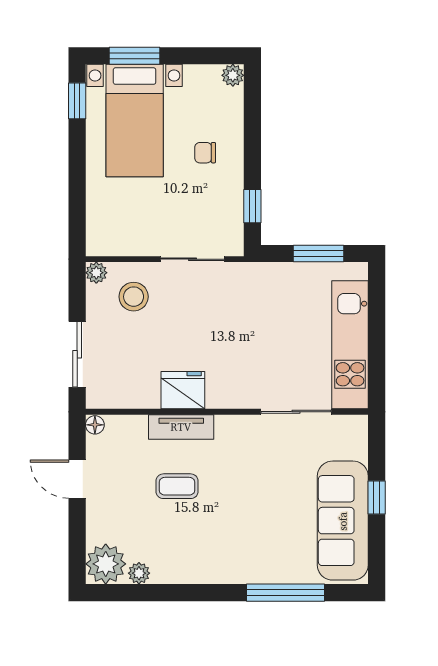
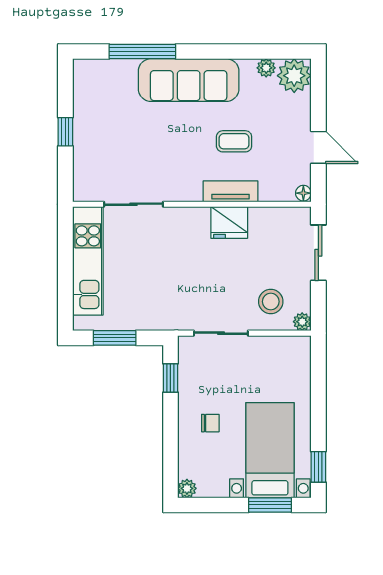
sofa: (343, 521) -> (189, 80), moved, turned 90

